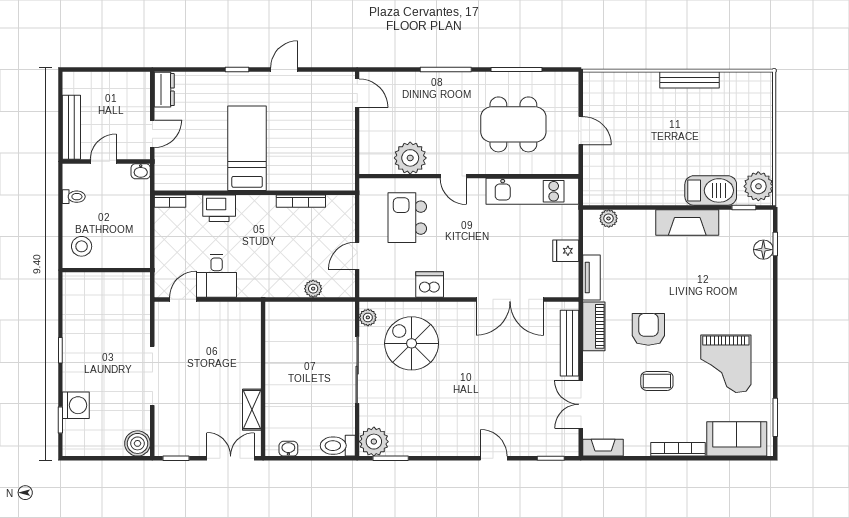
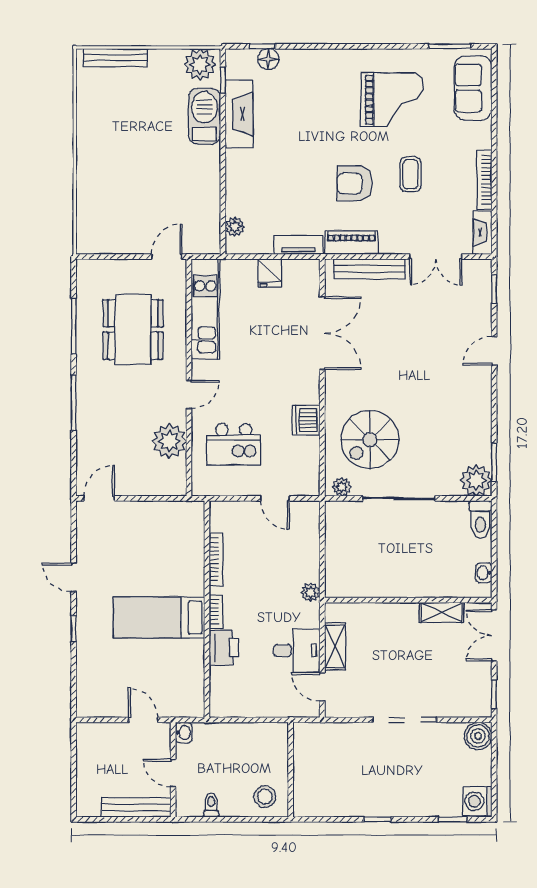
bench: (690, 80) -> (115, 58), moved, turned 90
dresser: (164, 90) -> (95, 707), removed
door: (581, 131) -> (167, 257), moved
bookcase: (170, 201) -> (216, 612), moved
fireplace: (687, 222) -> (239, 114), moved
plant: (313, 289) -> (311, 592), moved
shelving: (220, 311) -> (335, 646), added
washing machine: (76, 405) -> (477, 801), moved, turned -90
bookcase: (678, 449) -> (484, 180), moved

